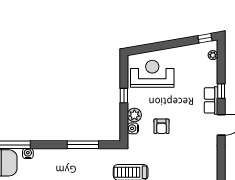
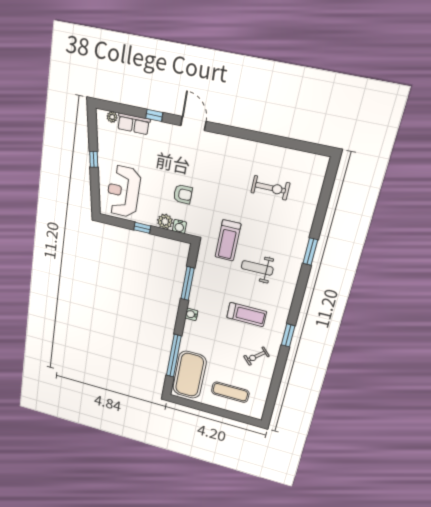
window: (205, 38) -> (94, 159), moved
row of seats: (211, 100) -> (134, 124), moved
water cooler: (28, 154) -> (191, 314), moved

